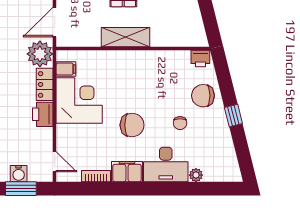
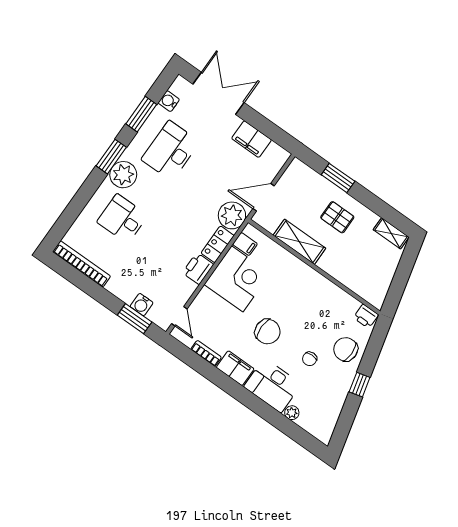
shelving: (126, 37) -> (299, 242), moved

